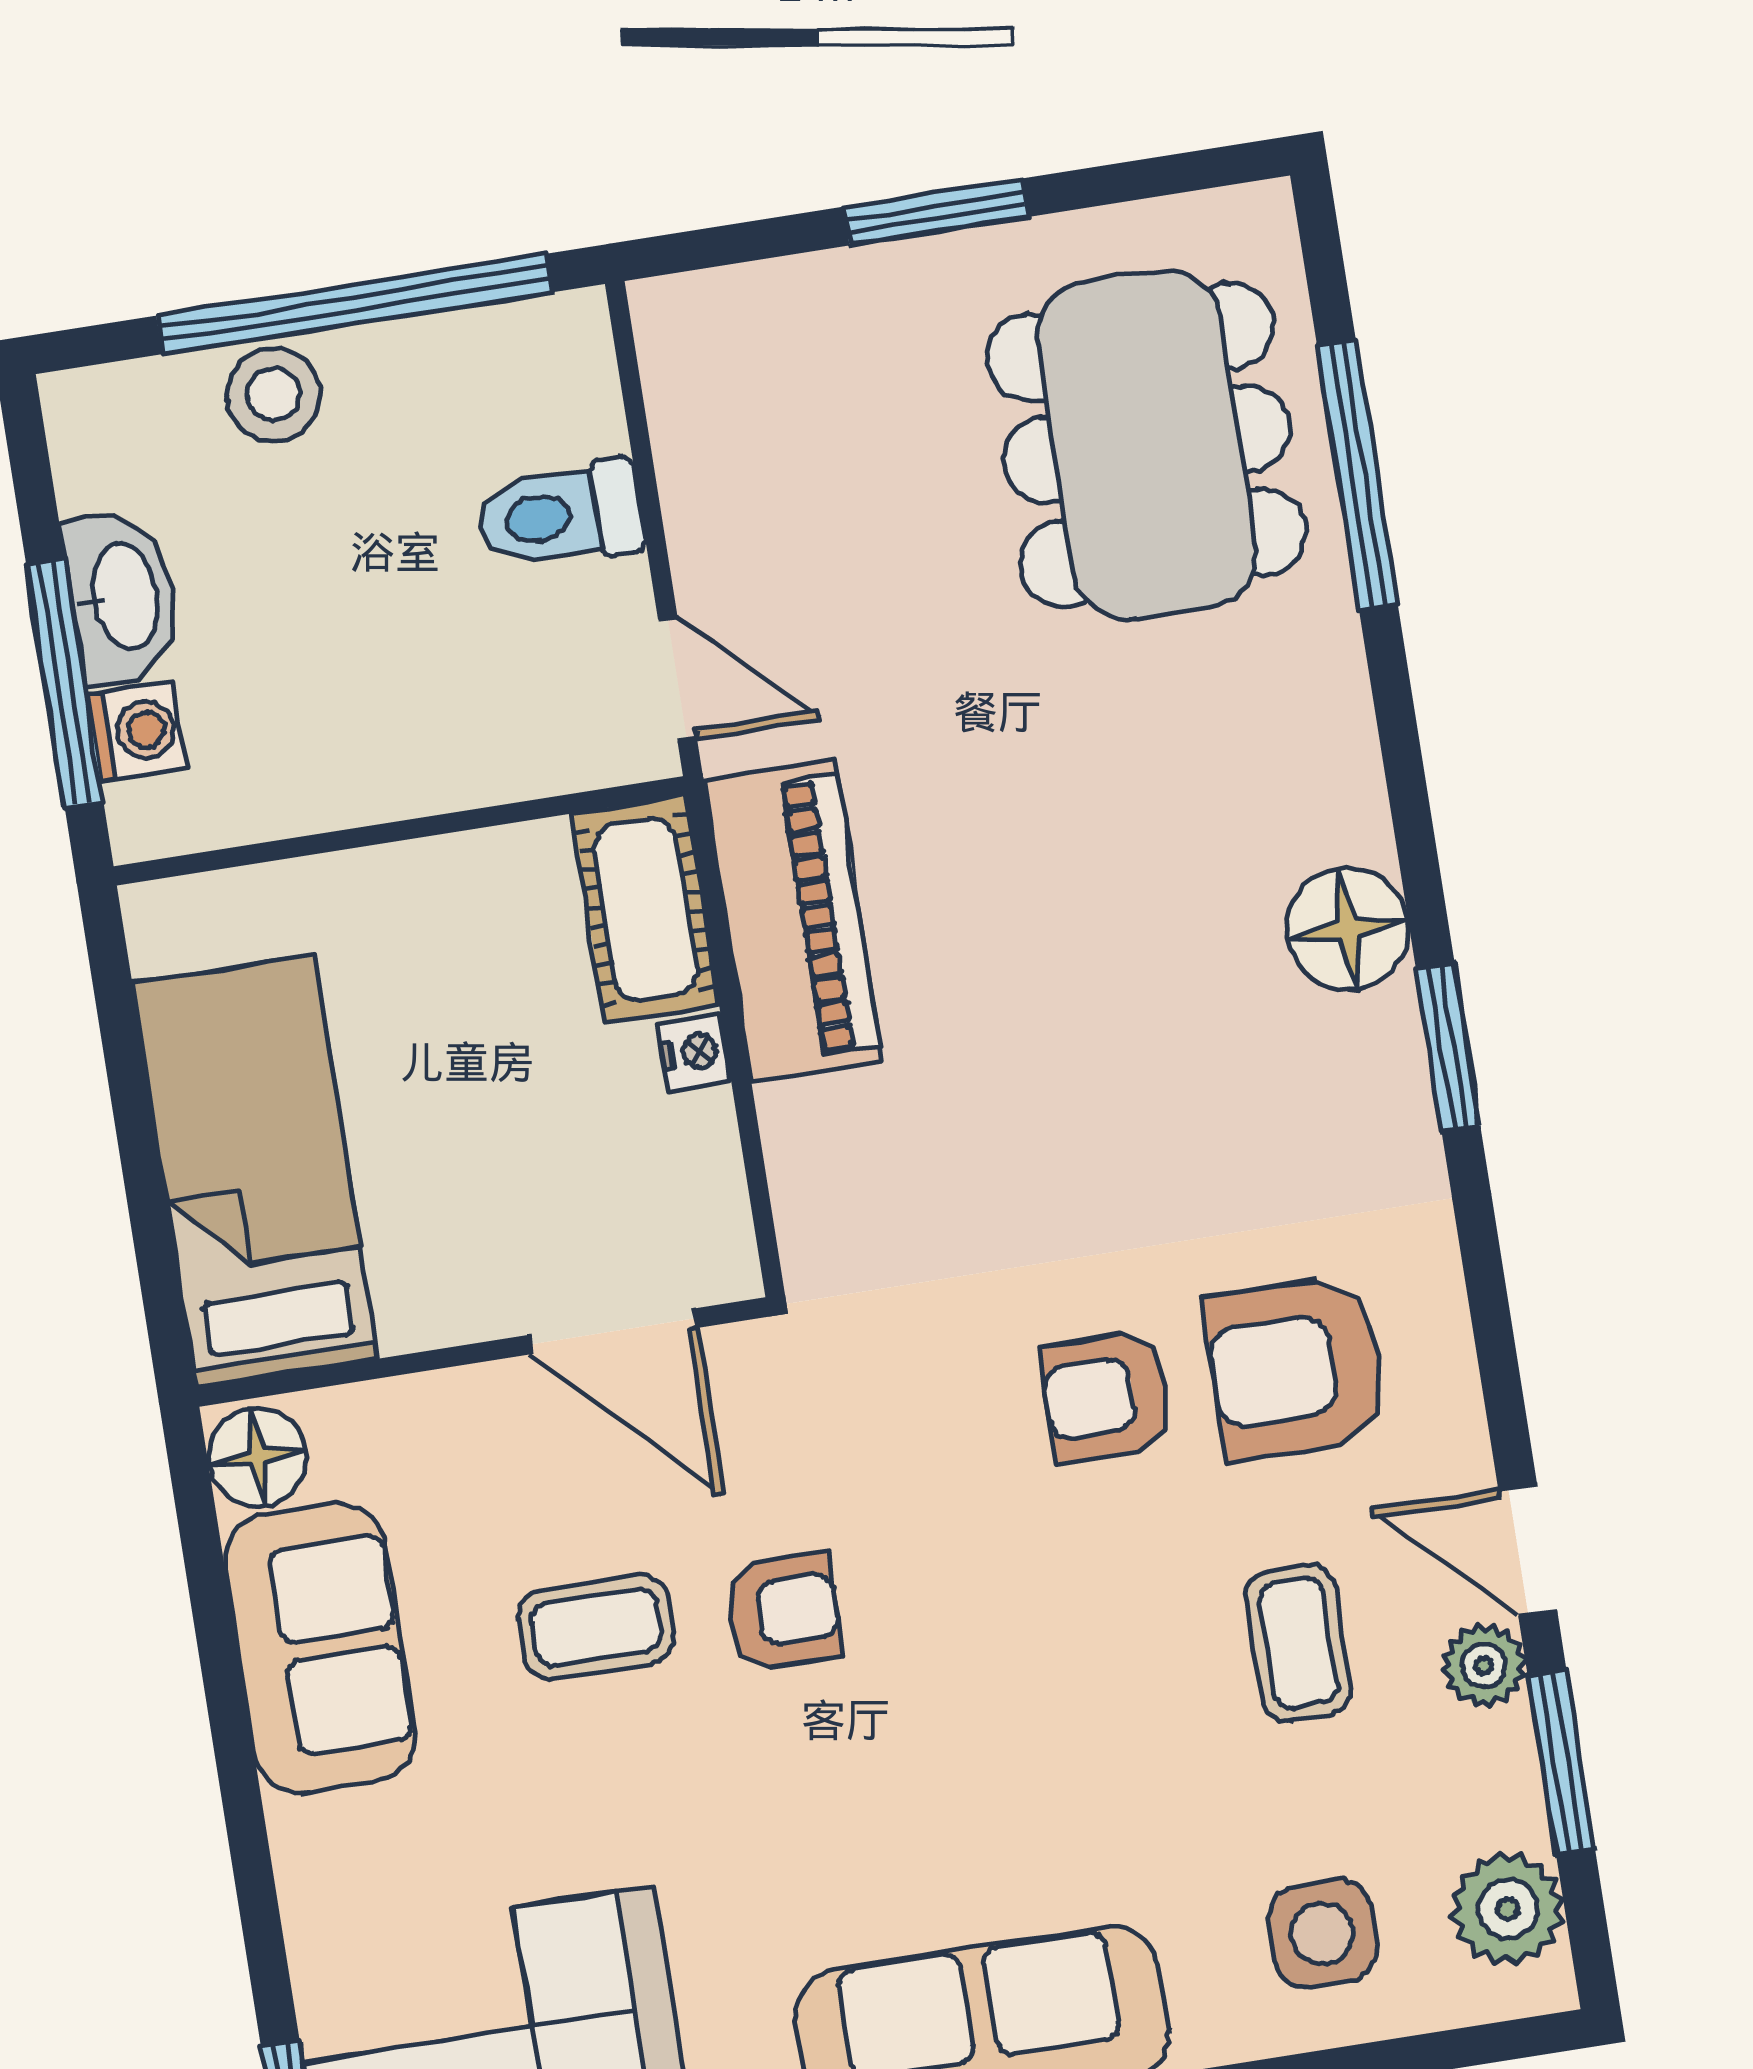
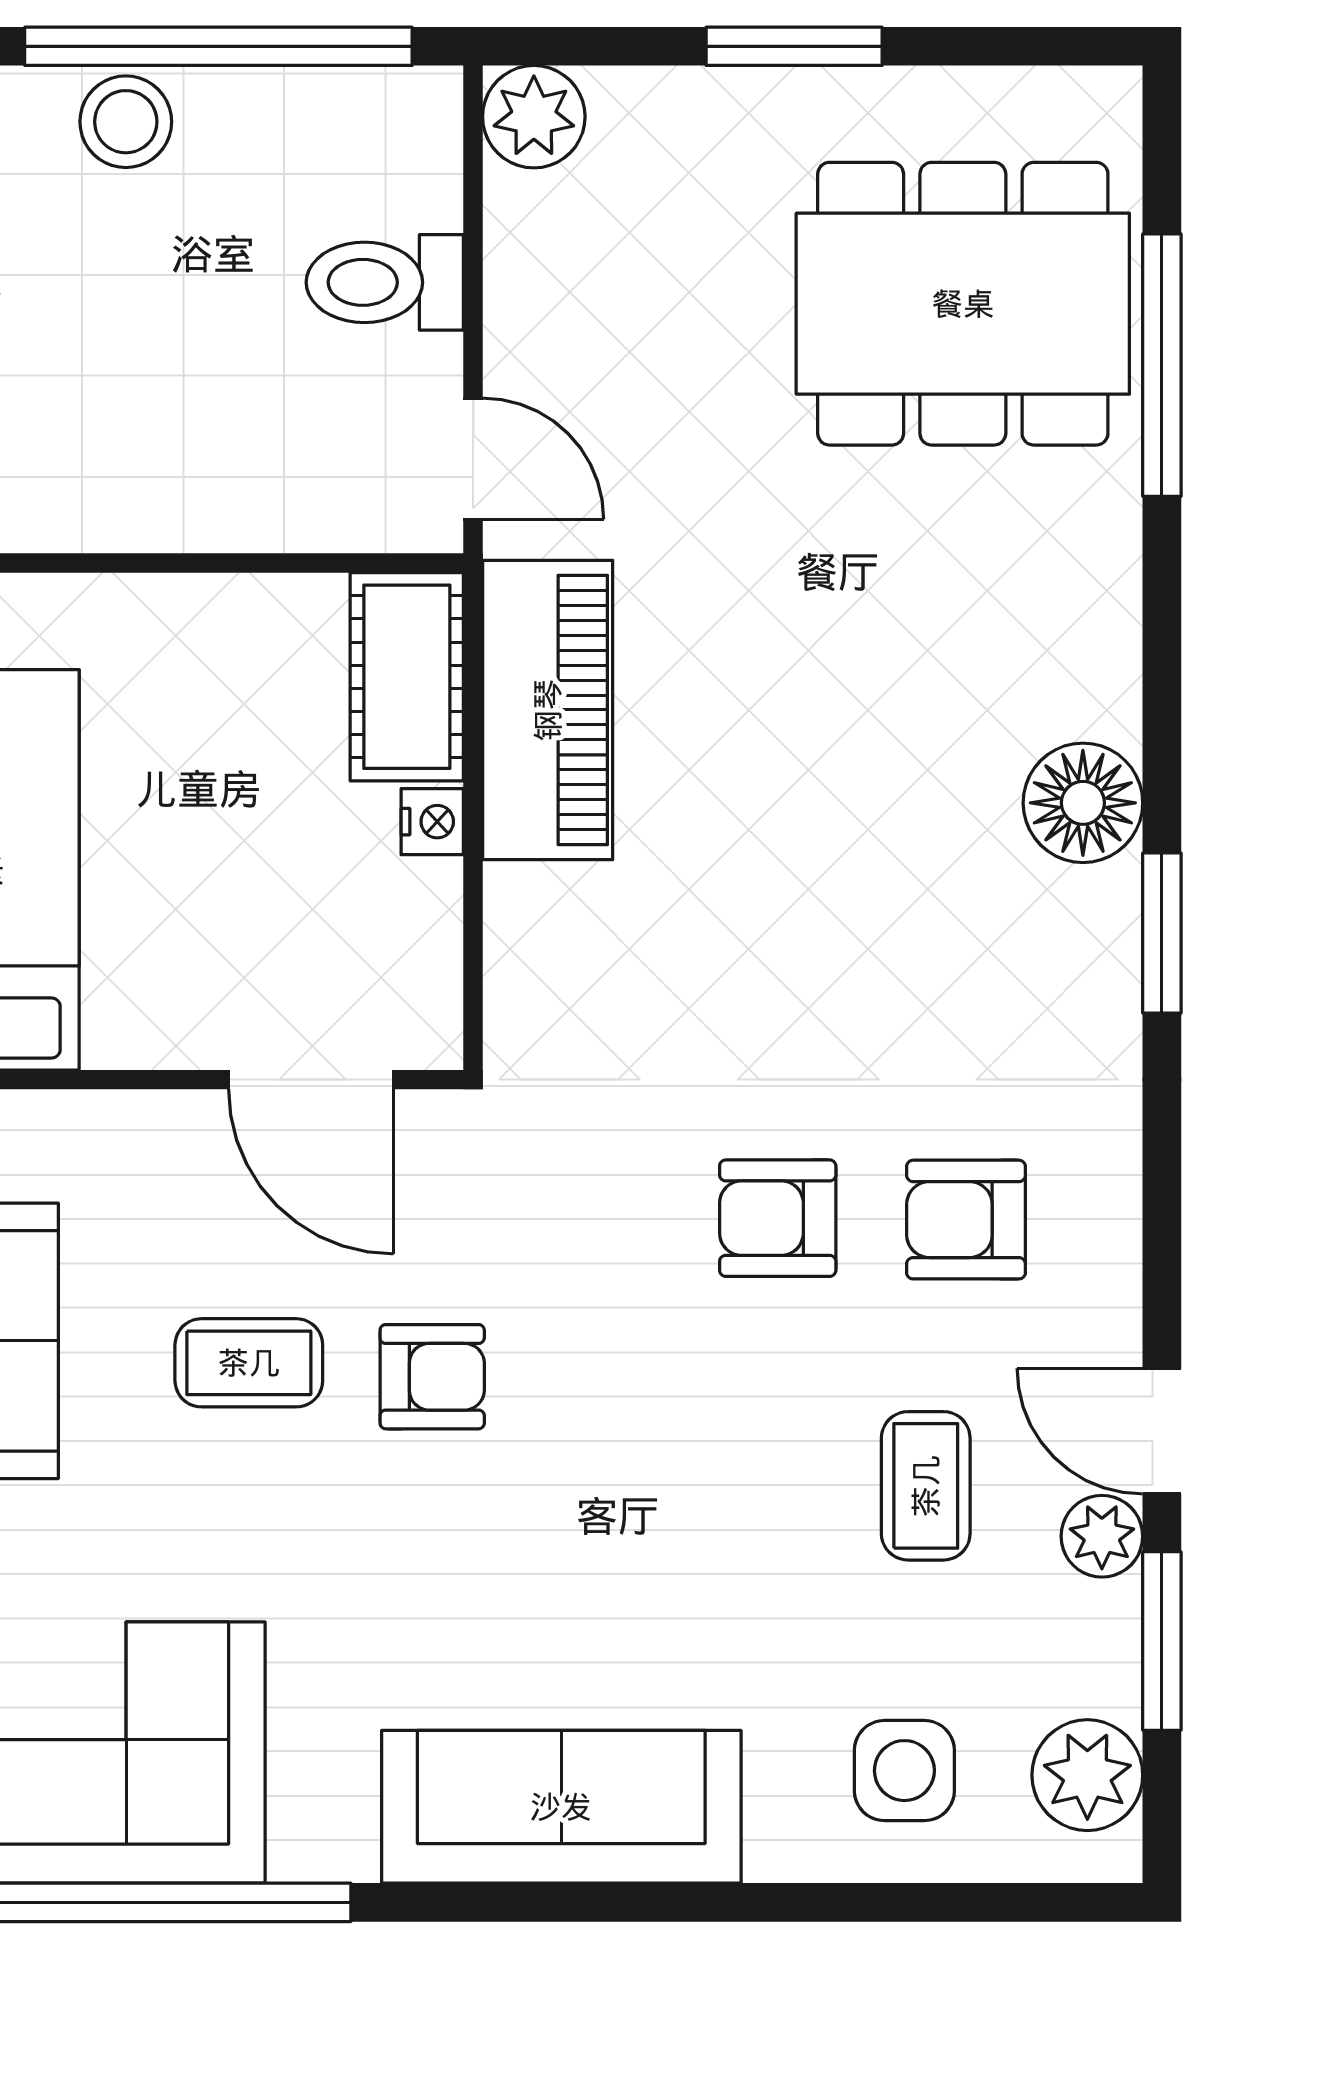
plant: (684, 324) -> (534, 117), added
dining table: (1147, 445) -> (963, 304), turned 90
armchair: (1296, 1368) -> (966, 1220), width x0.72, depth x0.72

